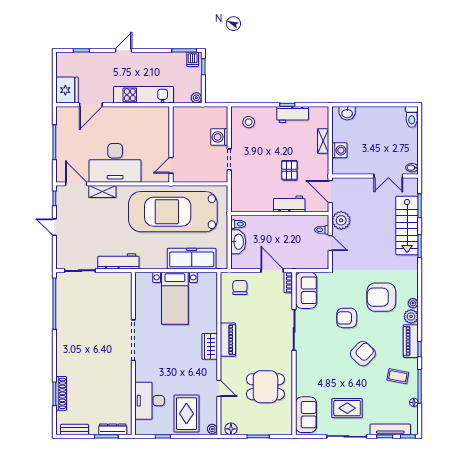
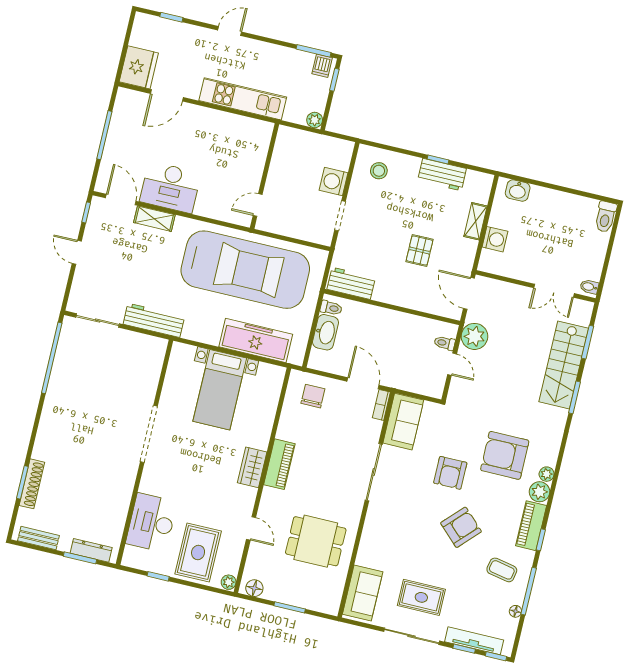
desk: (115, 163) -> (170, 187), width x0.73, depth x0.77
workbench: (289, 204) -> (351, 283), moved
car: (173, 212) -> (245, 270), turned 180
armchair: (347, 318) -> (450, 473), turned -90

